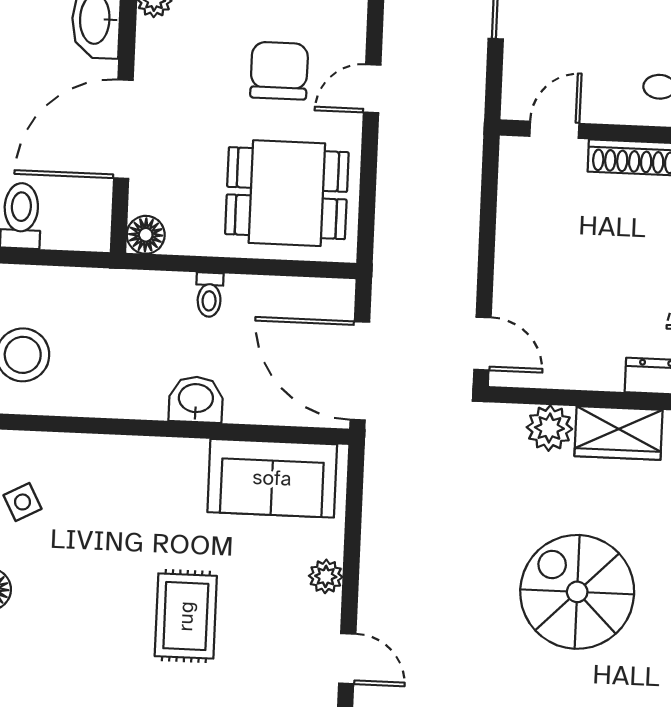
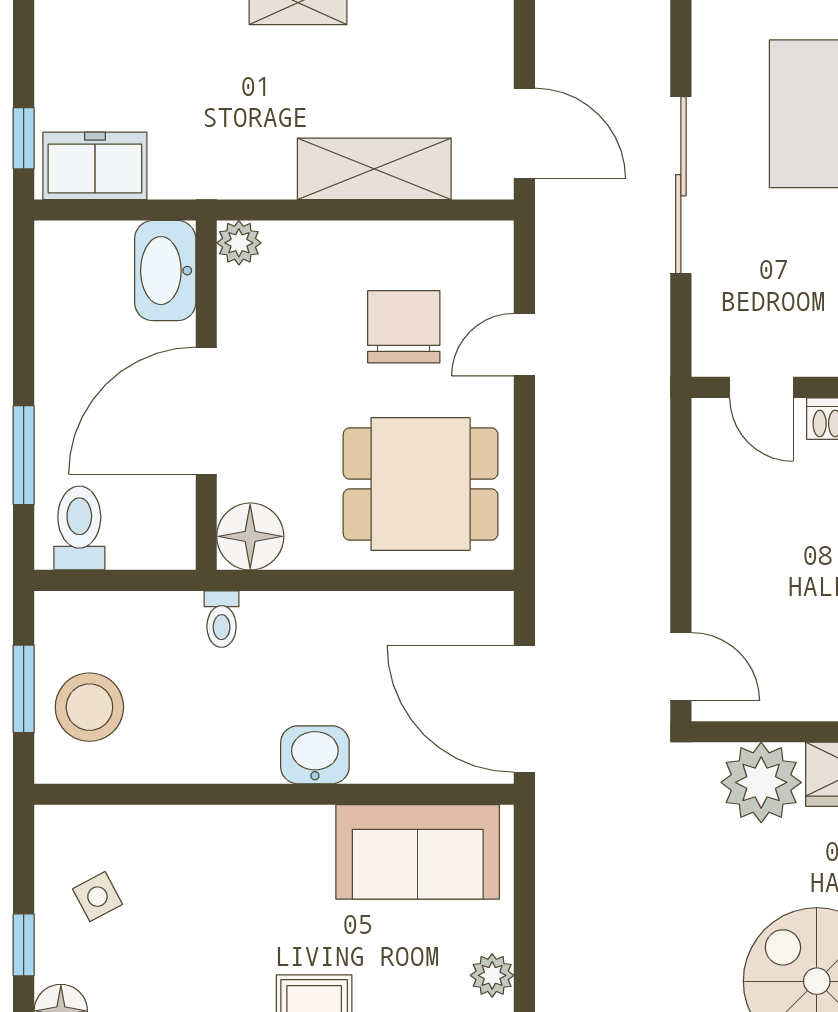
door: (554, 130) -> (761, 387), swing flipped
floor lamp: (146, 235) -> (250, 536), width x1.38, depth x1.38
toilet: (209, 295) -> (222, 619), moved
plant: (549, 428) -> (761, 782), width x1.36, depth x1.36

